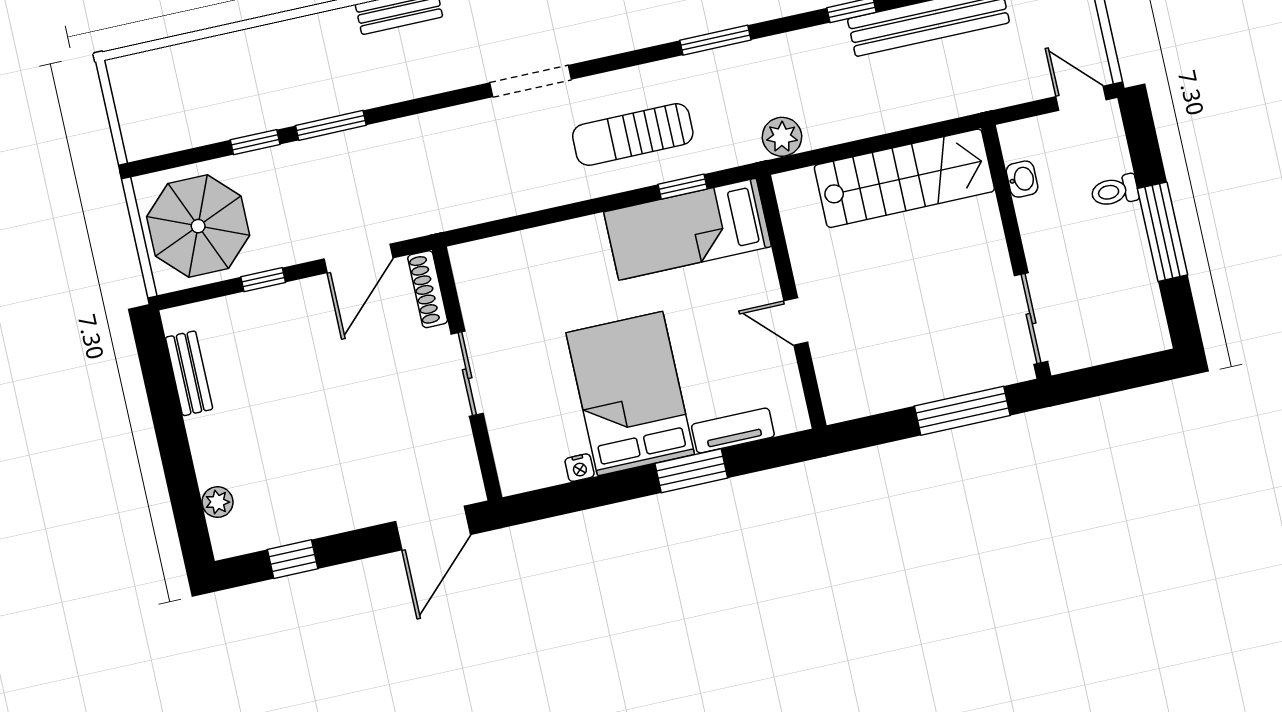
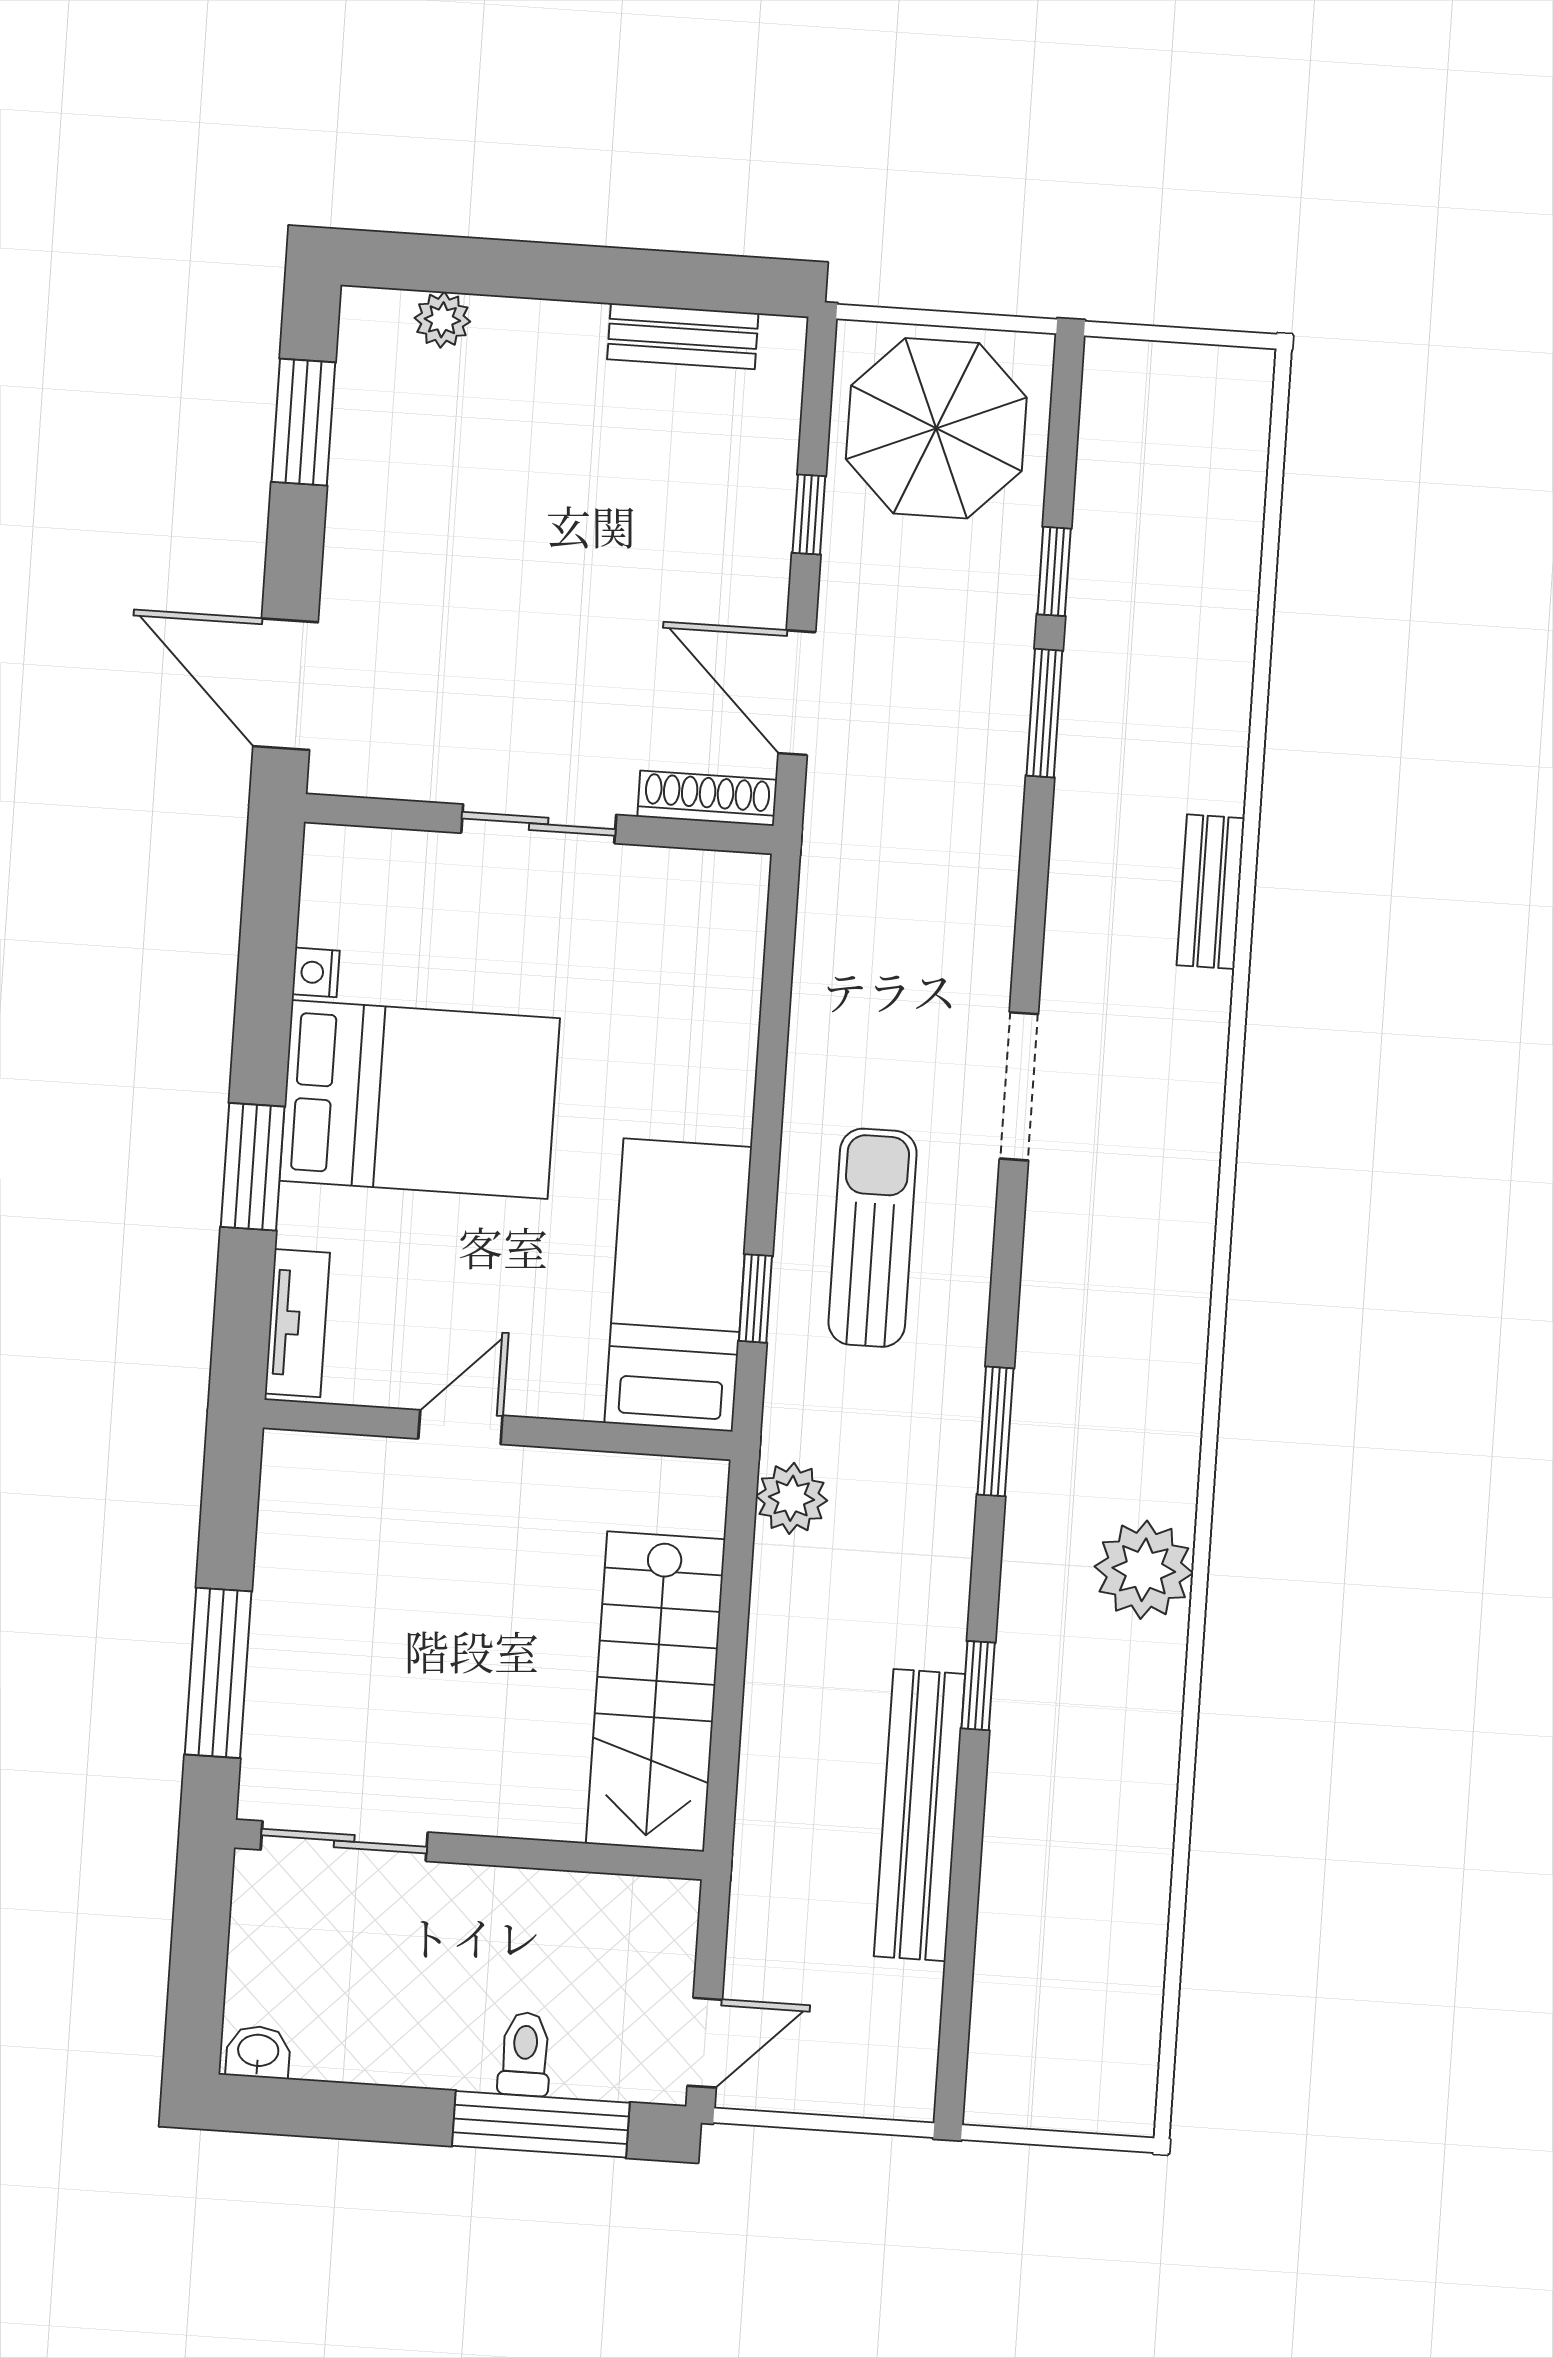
washbasin: (1022, 179) -> (258, 2052), moved, turned 180
window: (1162, 232) -> (541, 2124), moved
tv unit: (733, 431) -> (297, 1323), moved
window: (293, 559) -> (303, 422), width x1.50

